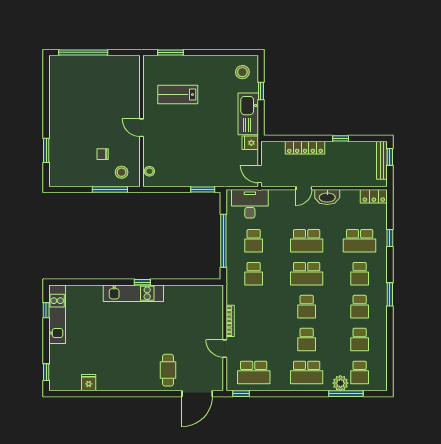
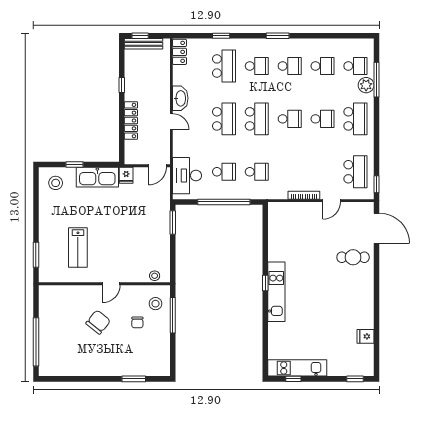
chair: (103, 115) -> (98, 322), added

